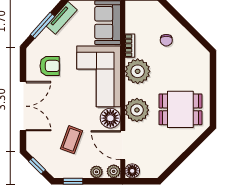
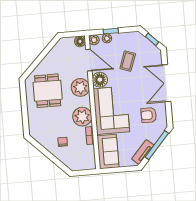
window: (42, 25) -> (157, 145), width x1.44
dining table: (180, 109) -> (48, 91), turned 90
window: (73, 181) -> (111, 31), moved

